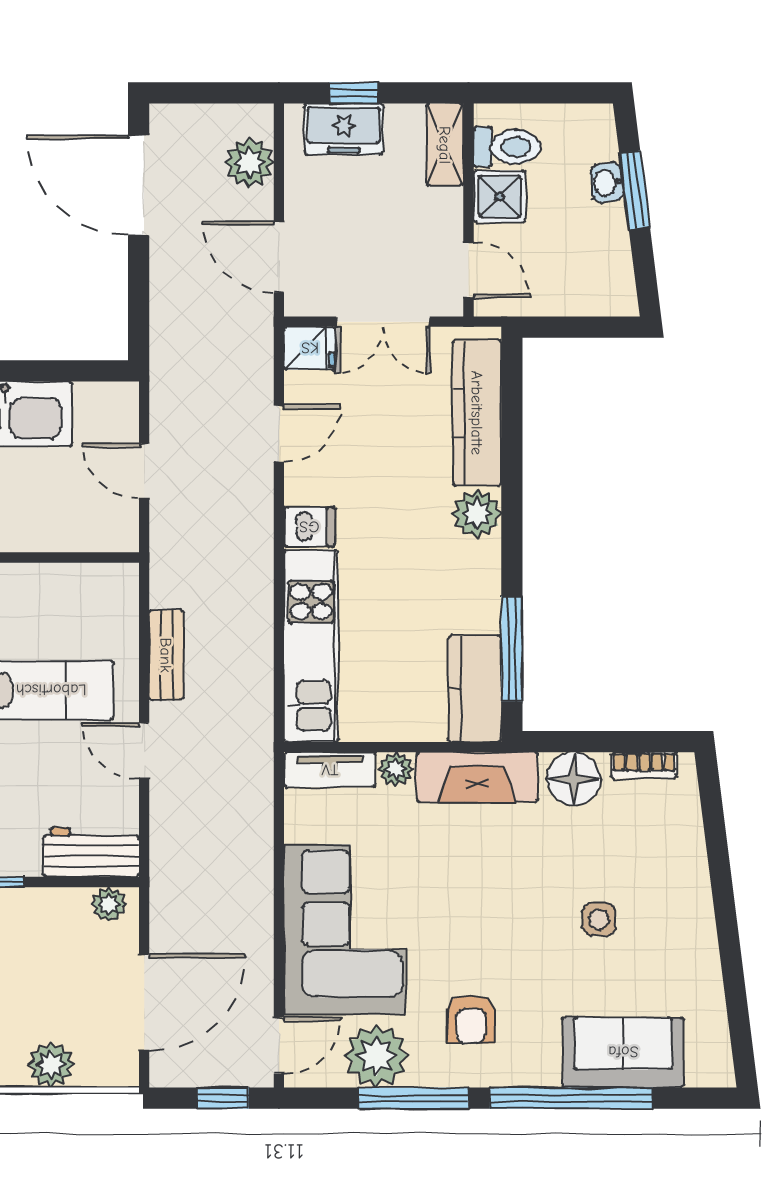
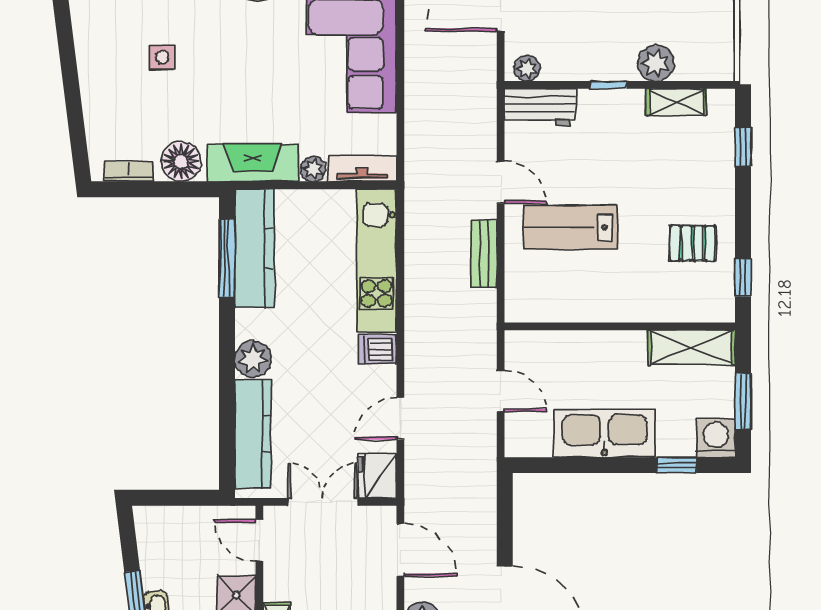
fridge: (310, 348) -> (377, 476), width x1.38
kitchen counter: (475, 689) -> (255, 248), width x1.50

